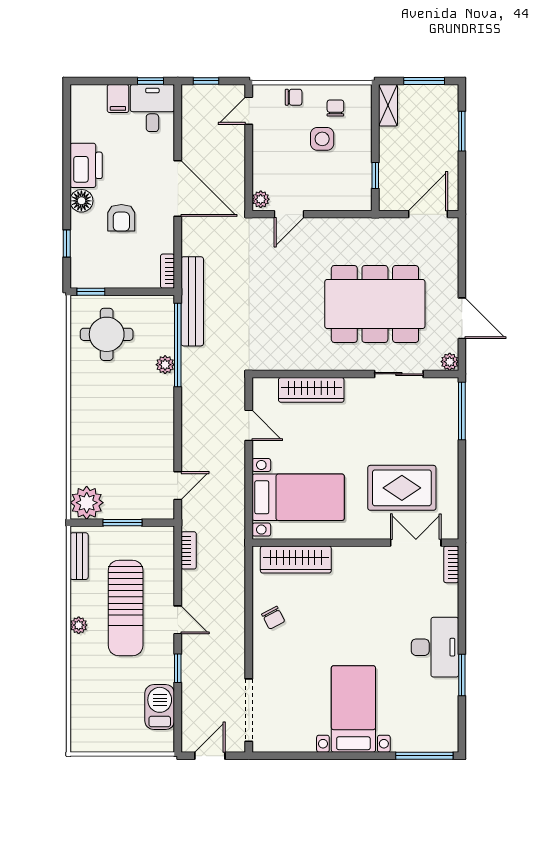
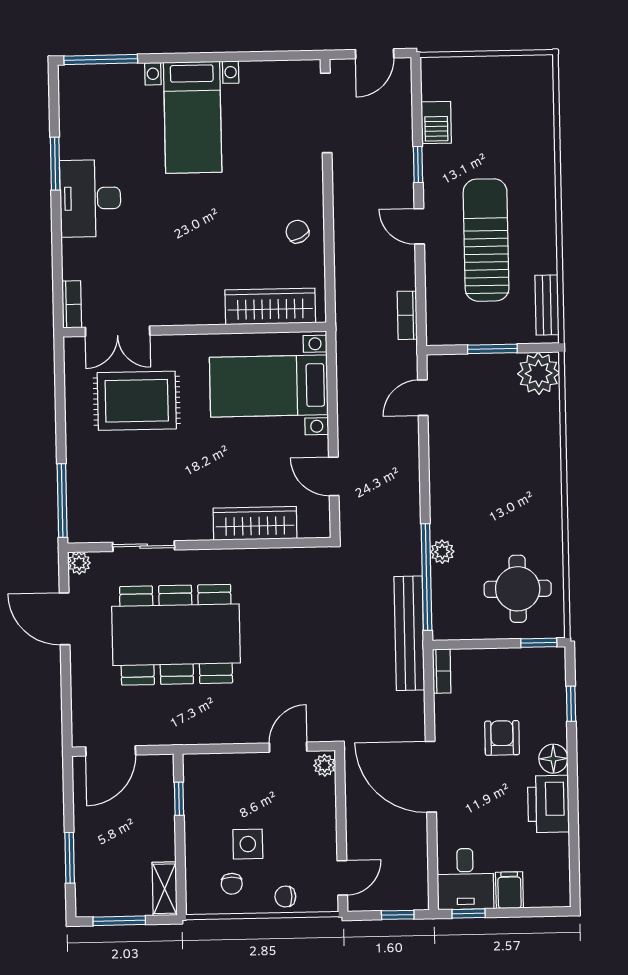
plant: (79, 625) -> (546, 217), removed
barbecue: (160, 707) -> (436, 122), width x0.73, depth x0.79

